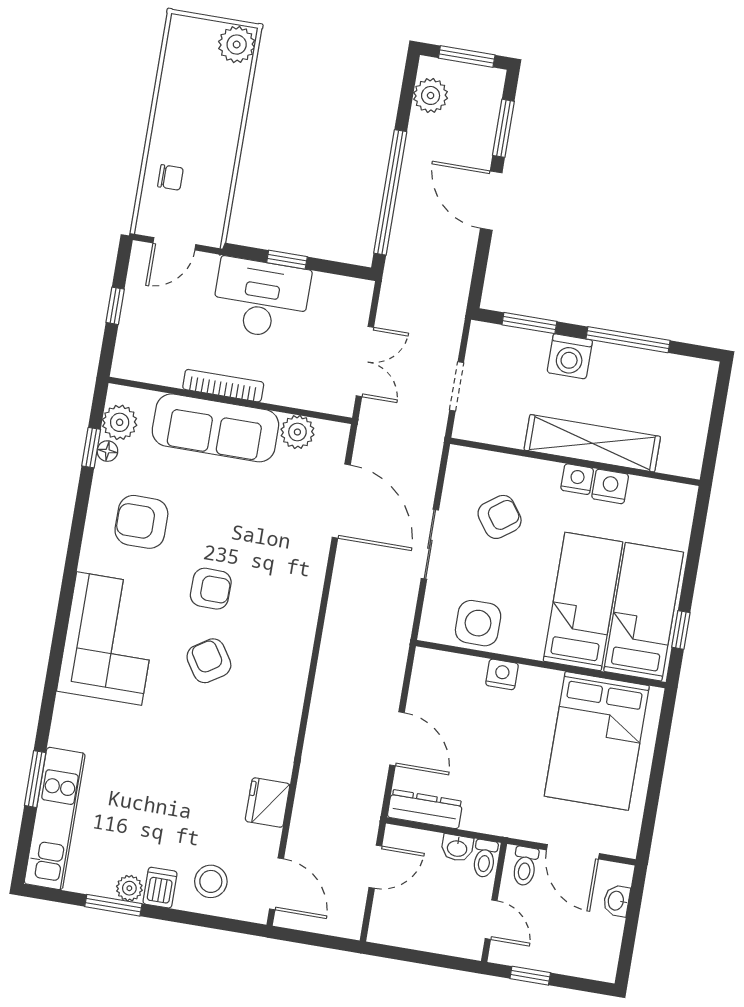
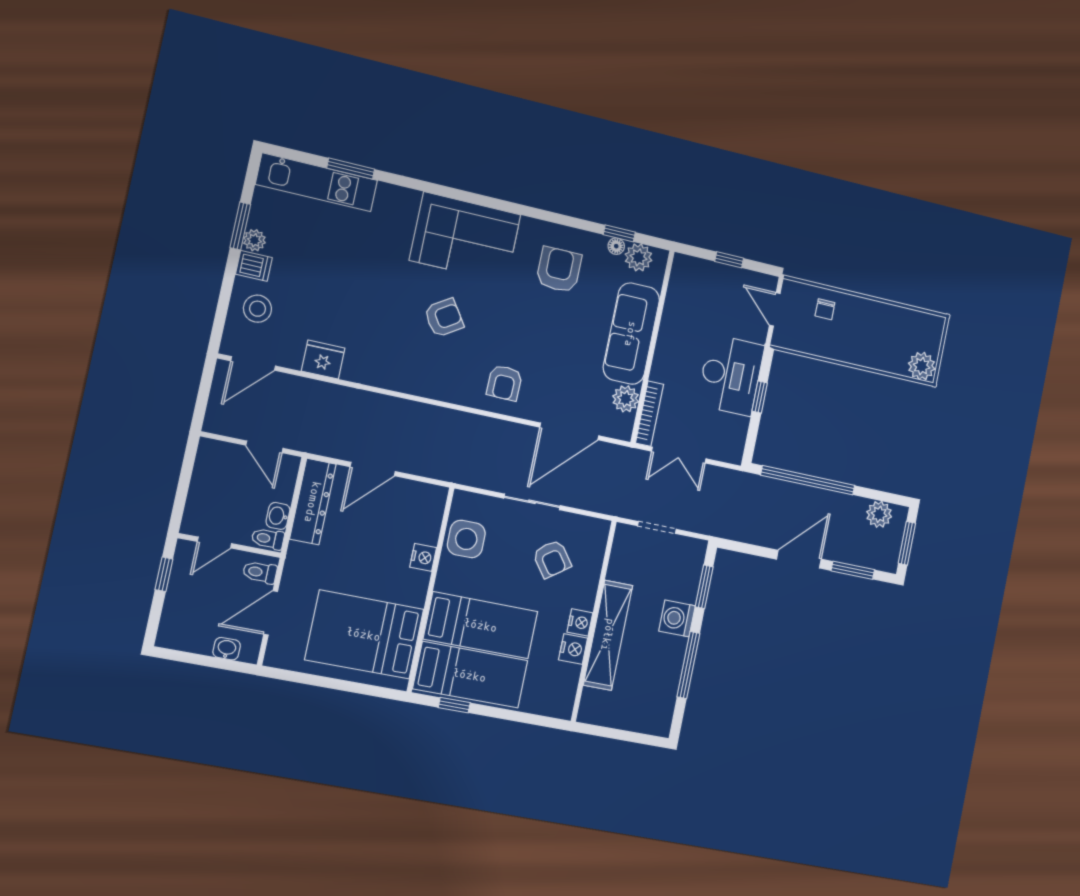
bookcase: (223, 386) -> (649, 414), moved
armchair: (211, 589) -> (504, 383), moved
dresser: (425, 809) -> (313, 502), width x1.37, depth x1.24

